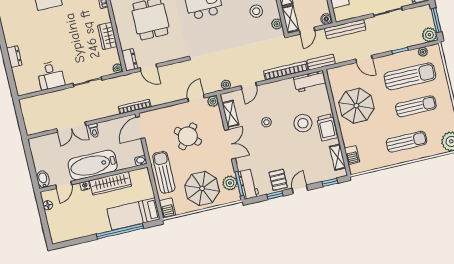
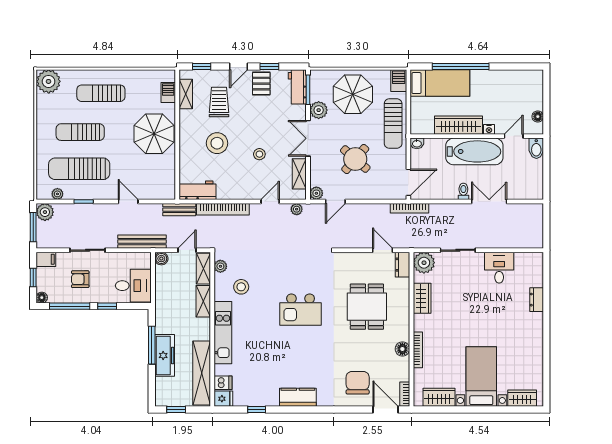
plant: (118, 68) -> (424, 263), width x1.88, depth x1.88
parasol: (356, 106) -> (154, 134), moved
trolley: (327, 128) -> (219, 102), moved
plant: (230, 183) -> (319, 110), moved

